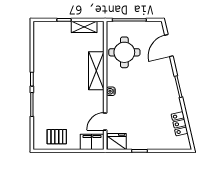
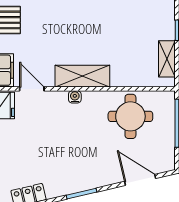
shelving: (96, 71) -> (82, 76), moved

